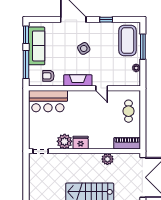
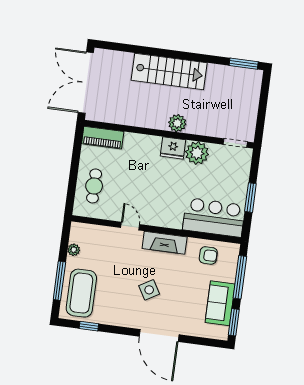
window: (106, 20) -> (89, 326), moved
sofa: (37, 46) -> (220, 303), width x0.73
window: (26, 117) -> (250, 198), added
plant: (107, 159) -> (177, 123), moved

